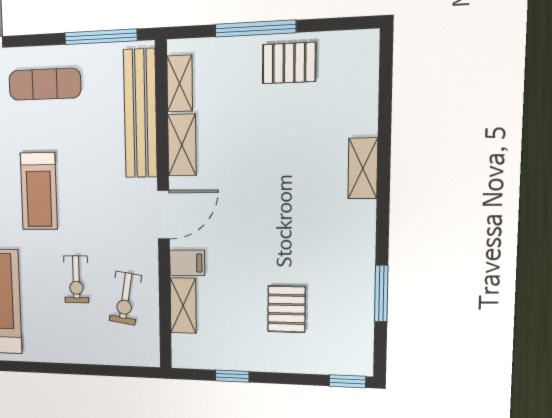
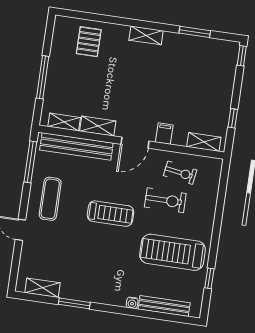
pallet: (289, 63) -> (89, 42), moved
shelving: (363, 168) -> (146, 35), moved
door: (163, 215) -> (135, 143), swing flipped
exercise bike: (76, 279) -> (165, 200), width x1.38, depth x1.39
shelving: (183, 306) -> (204, 142), moved
pallet: (286, 309) -> (197, 83), removed

